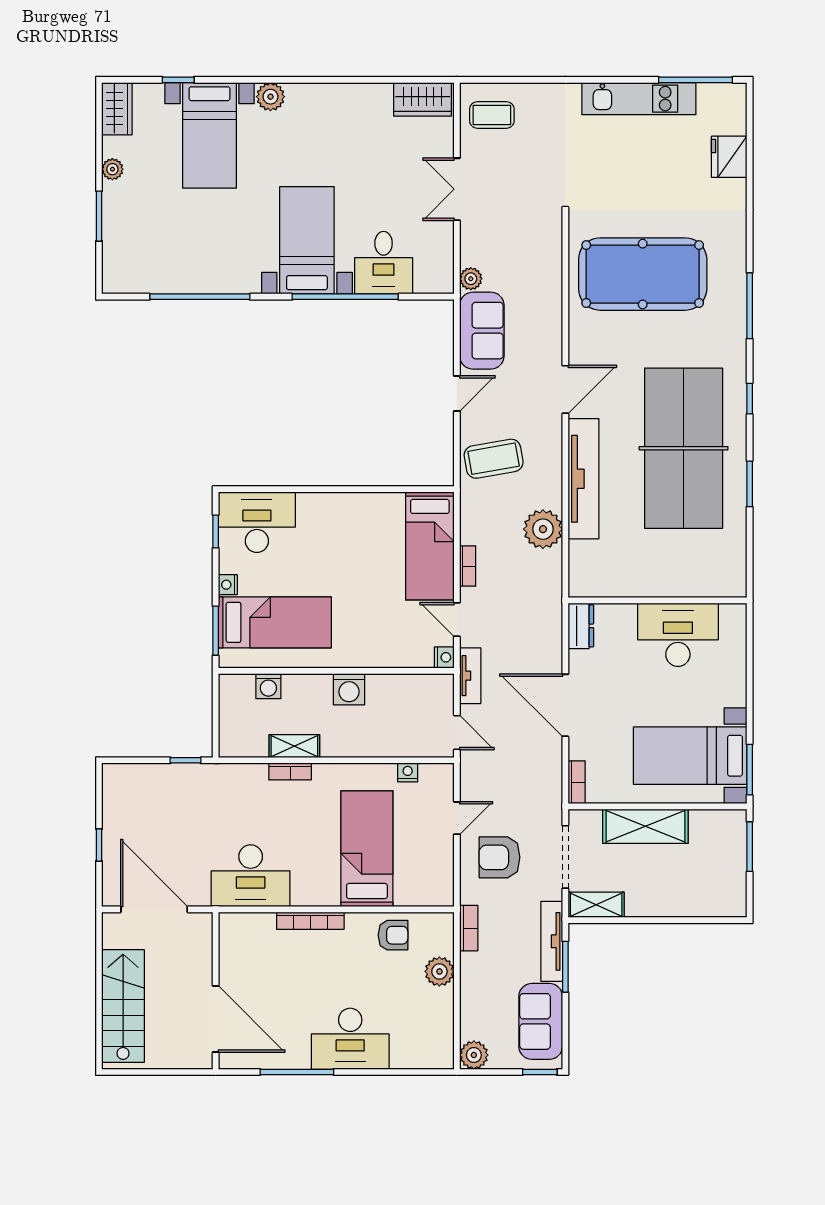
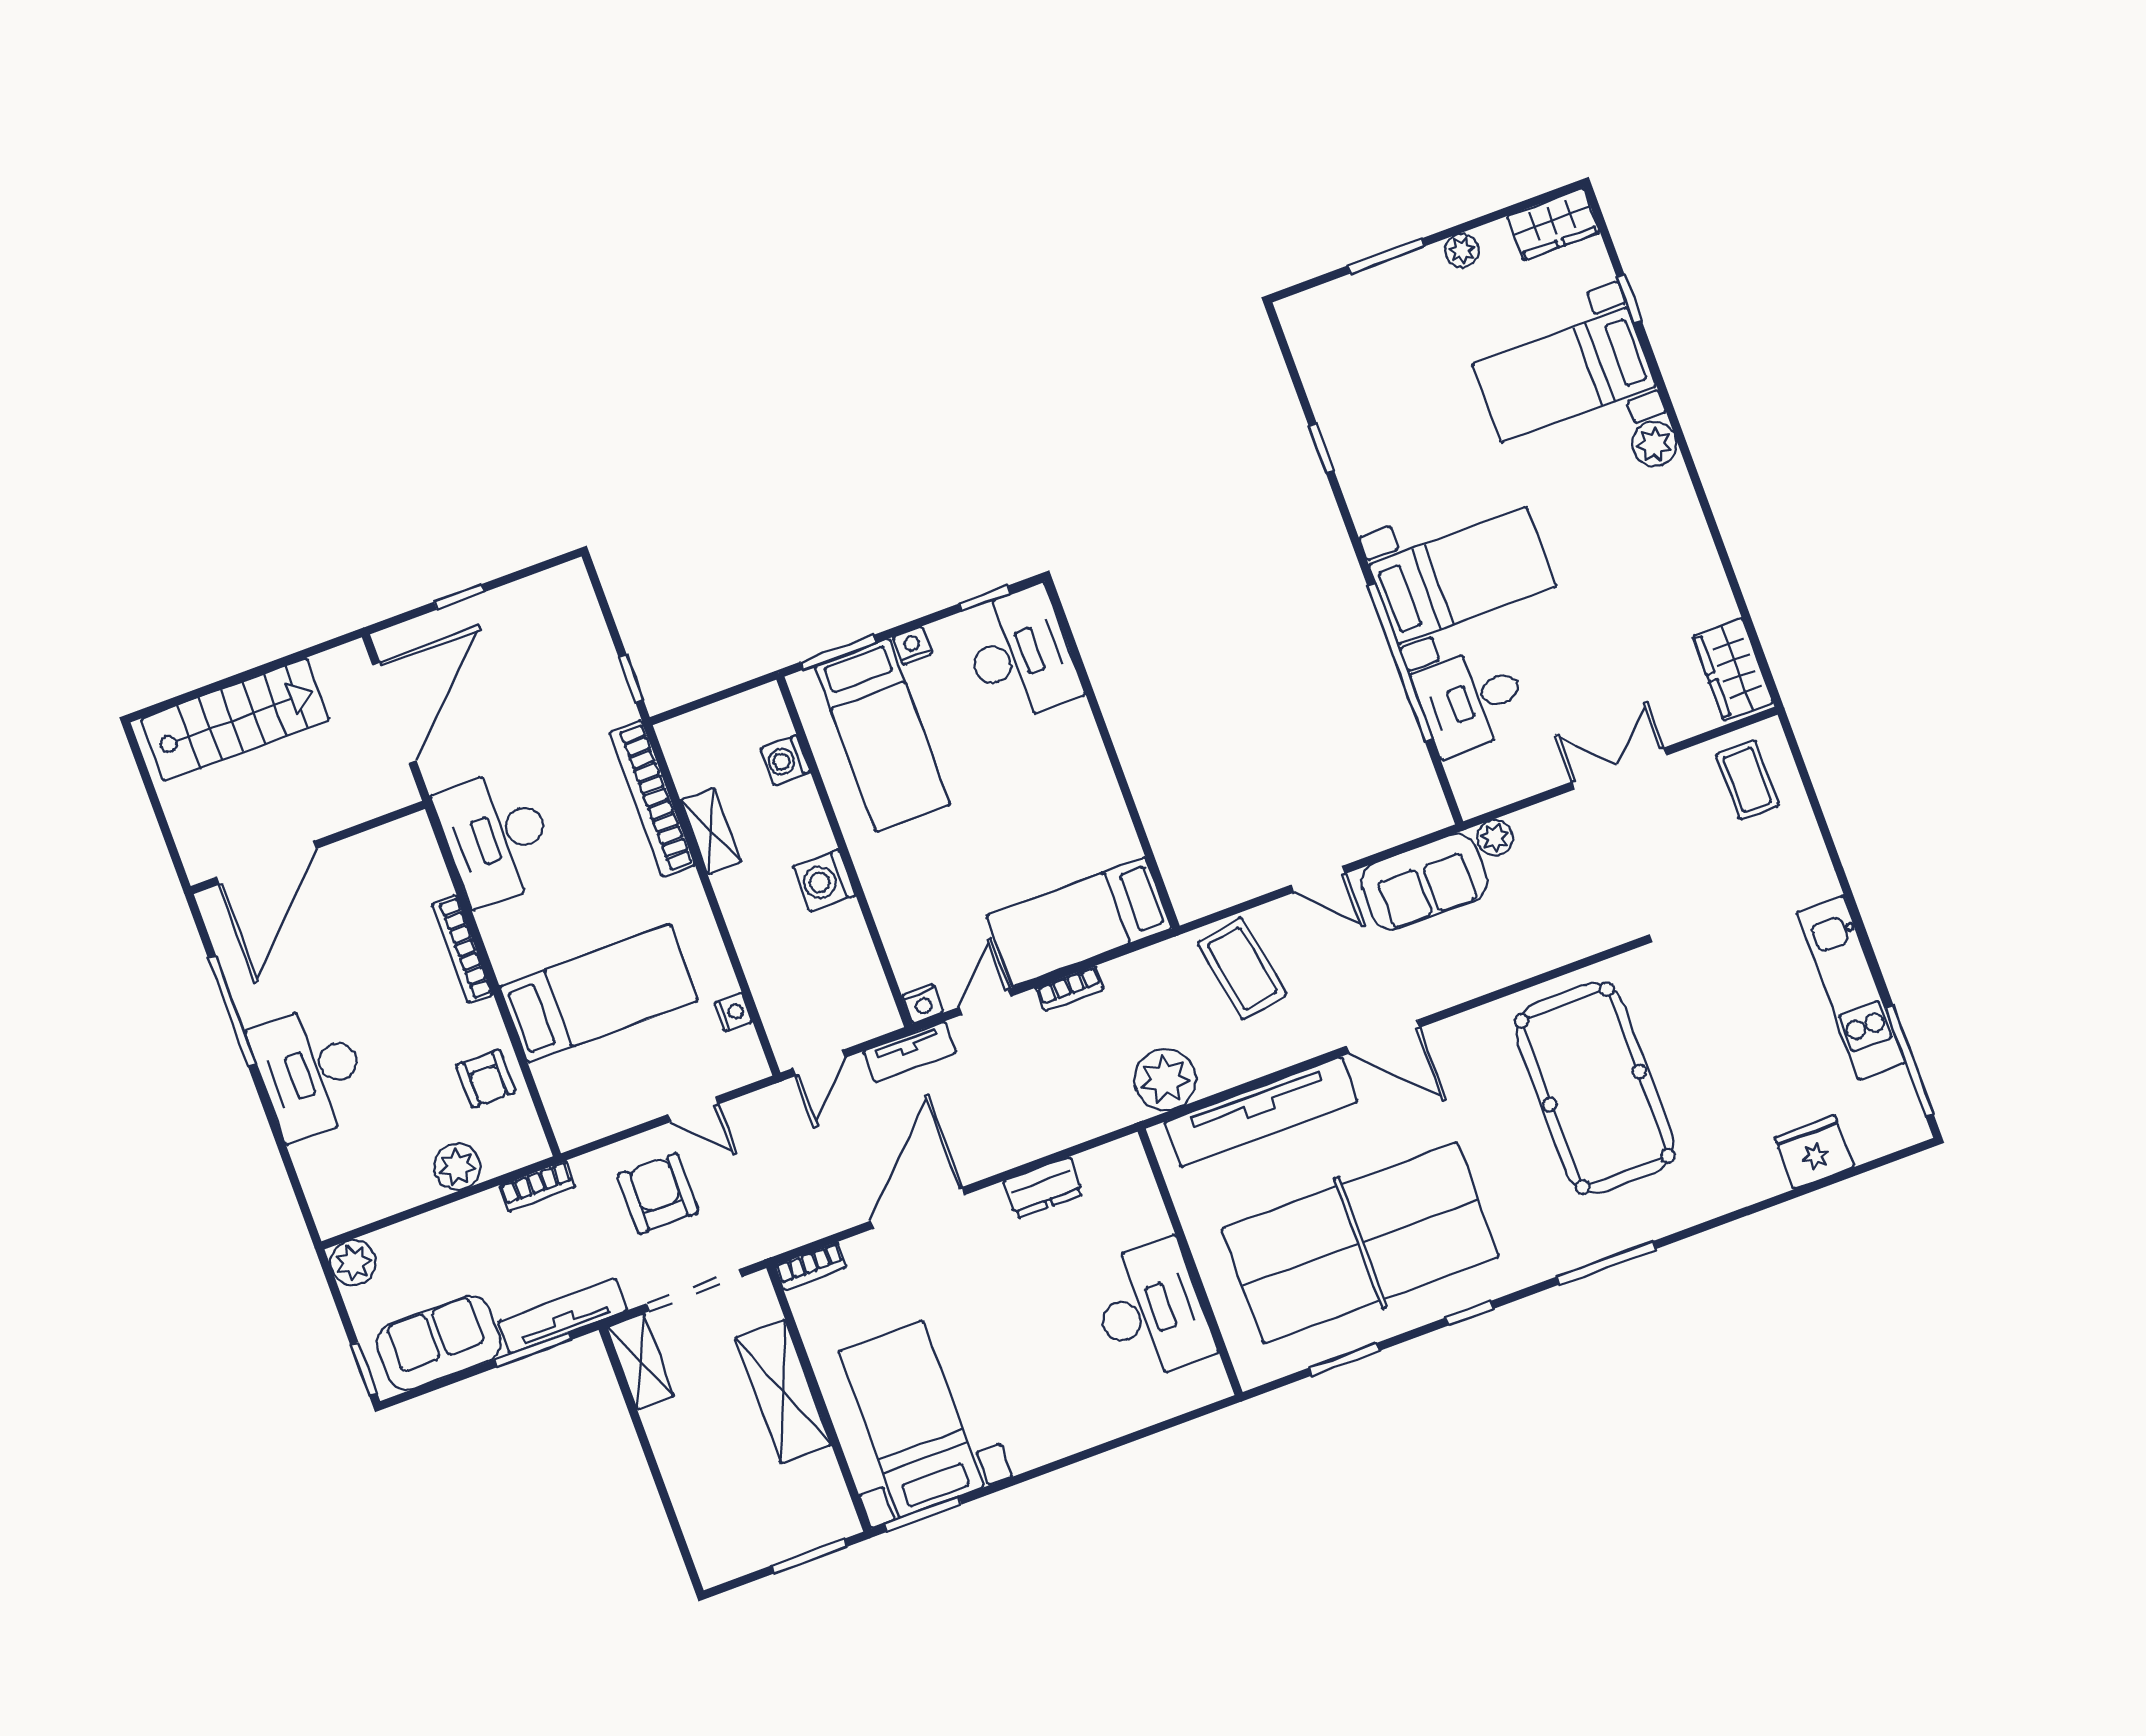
window: (200, 297) -> (1321, 448), width x0.32
wall: (657, 600) -> (1190, 1262), moved
desk: (678, 635) -> (1150, 1311), moved
bookcase: (290, 771) -> (652, 799), width x2.31, depth x1.31

